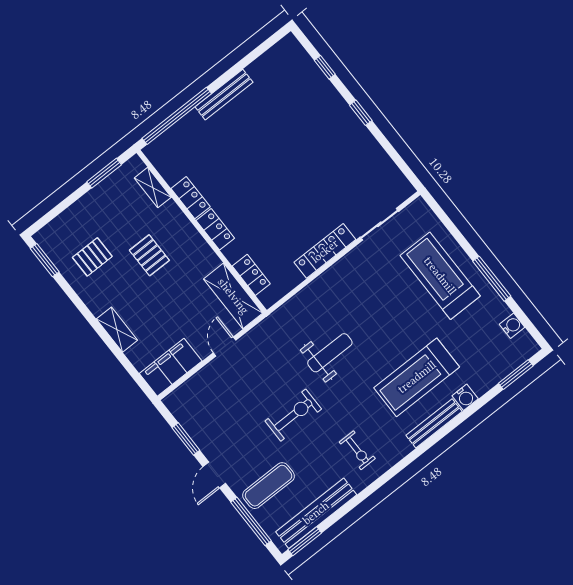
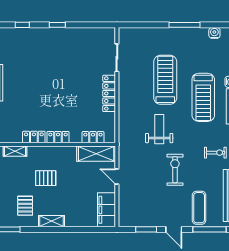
treadmill: (440, 276) -> (165, 80), moved, turned 90
shelving: (117, 330) -> (52, 221), moved

